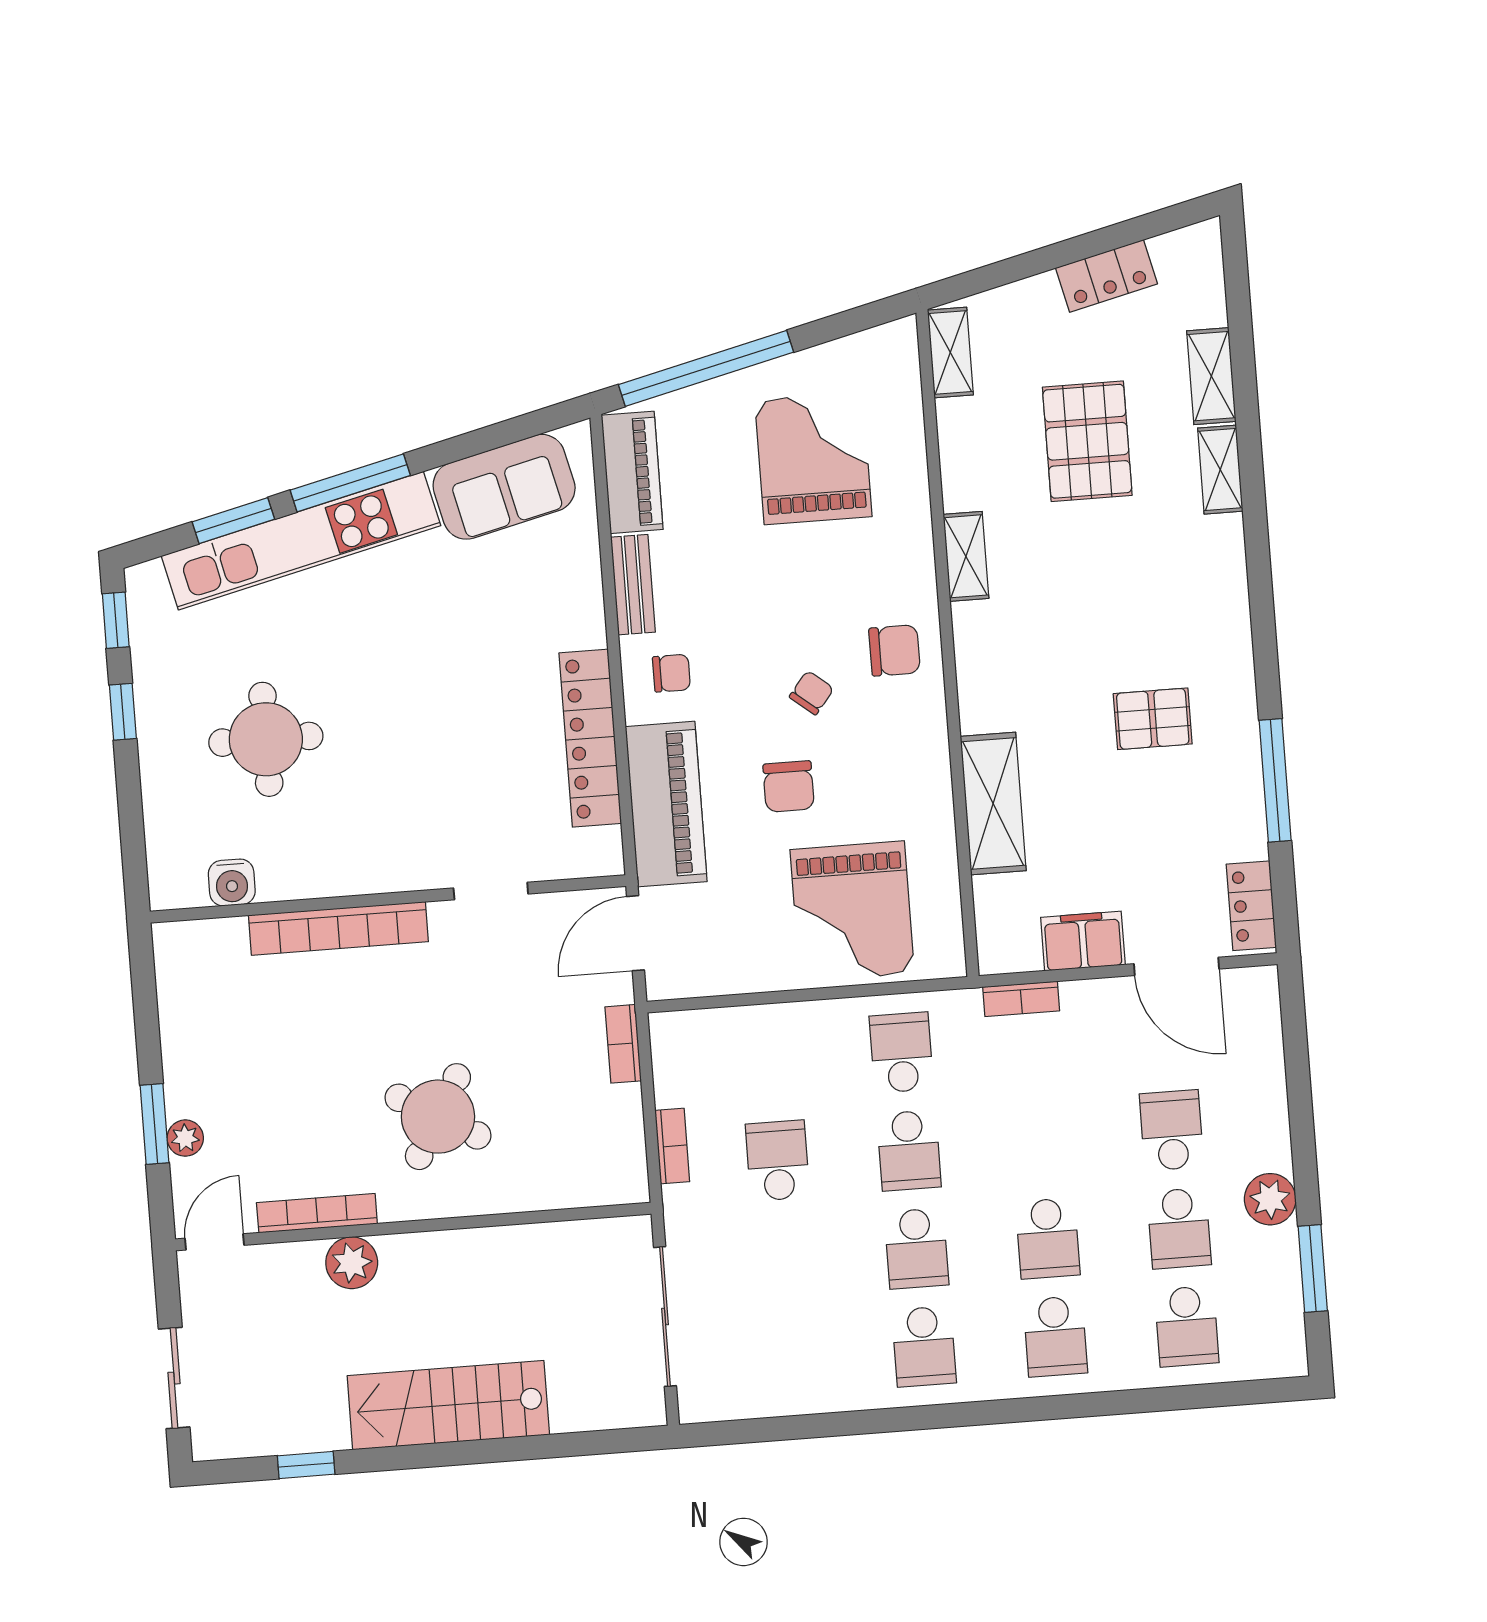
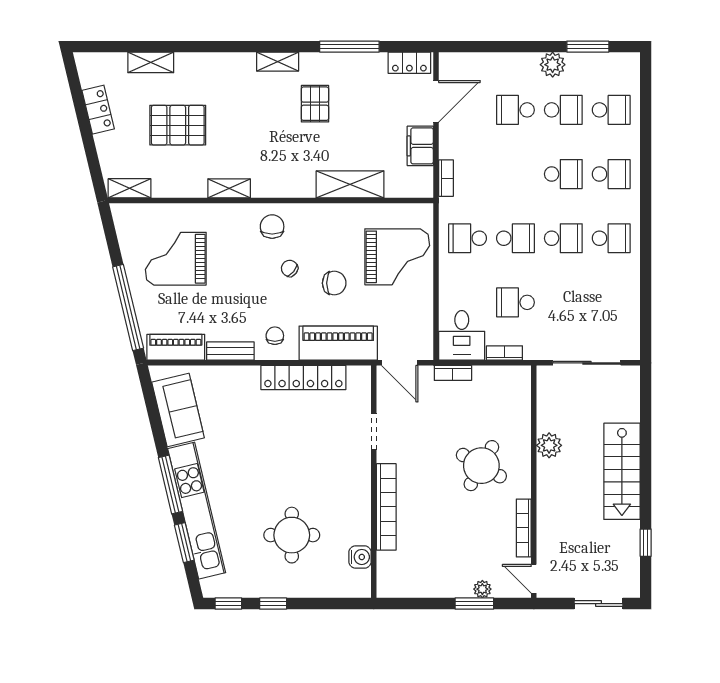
shelving: (1220, 470) -> (278, 62), moved
desk: (702, 1056) -> (462, 335), added
plant: (352, 1263) -> (549, 445), moved

